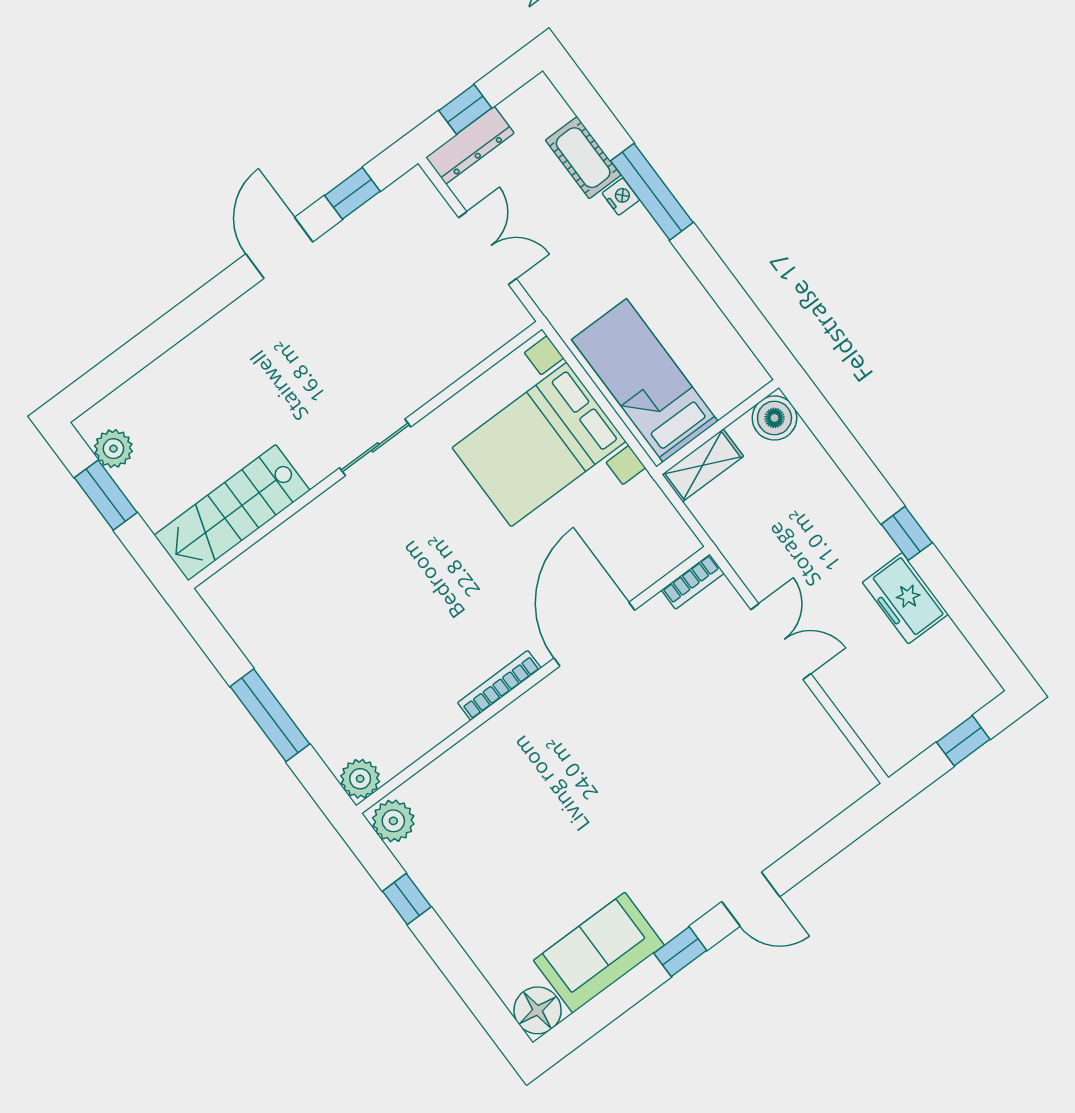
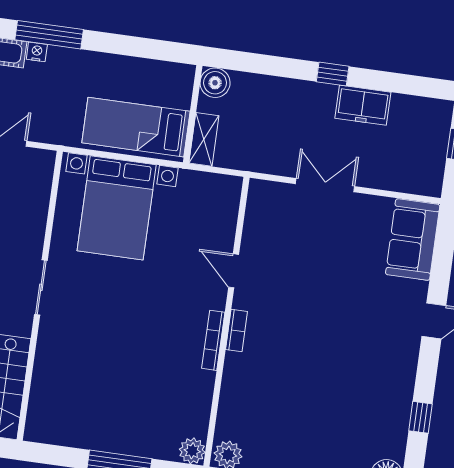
bookcase: (693, 582) -> (236, 331), moved
door: (594, 634) -> (234, 271), width x0.53
window: (680, 952) -> (420, 417), moved
sofa: (599, 953) -> (413, 240), moved

